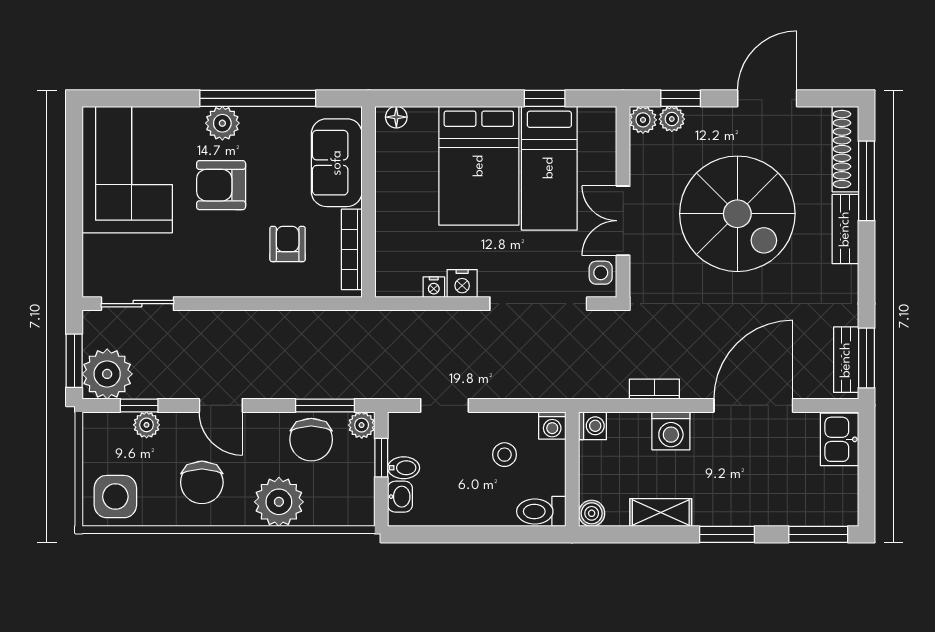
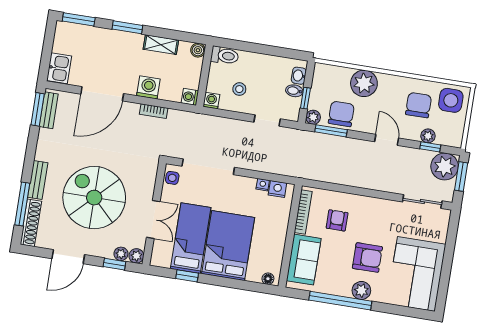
double door: (623, 221) -> (153, 219), moved
armchair: (288, 244) -> (337, 220), turned 180
nightstand: (462, 283) -> (277, 189), moved
chair: (202, 482) -> (419, 105), moved

